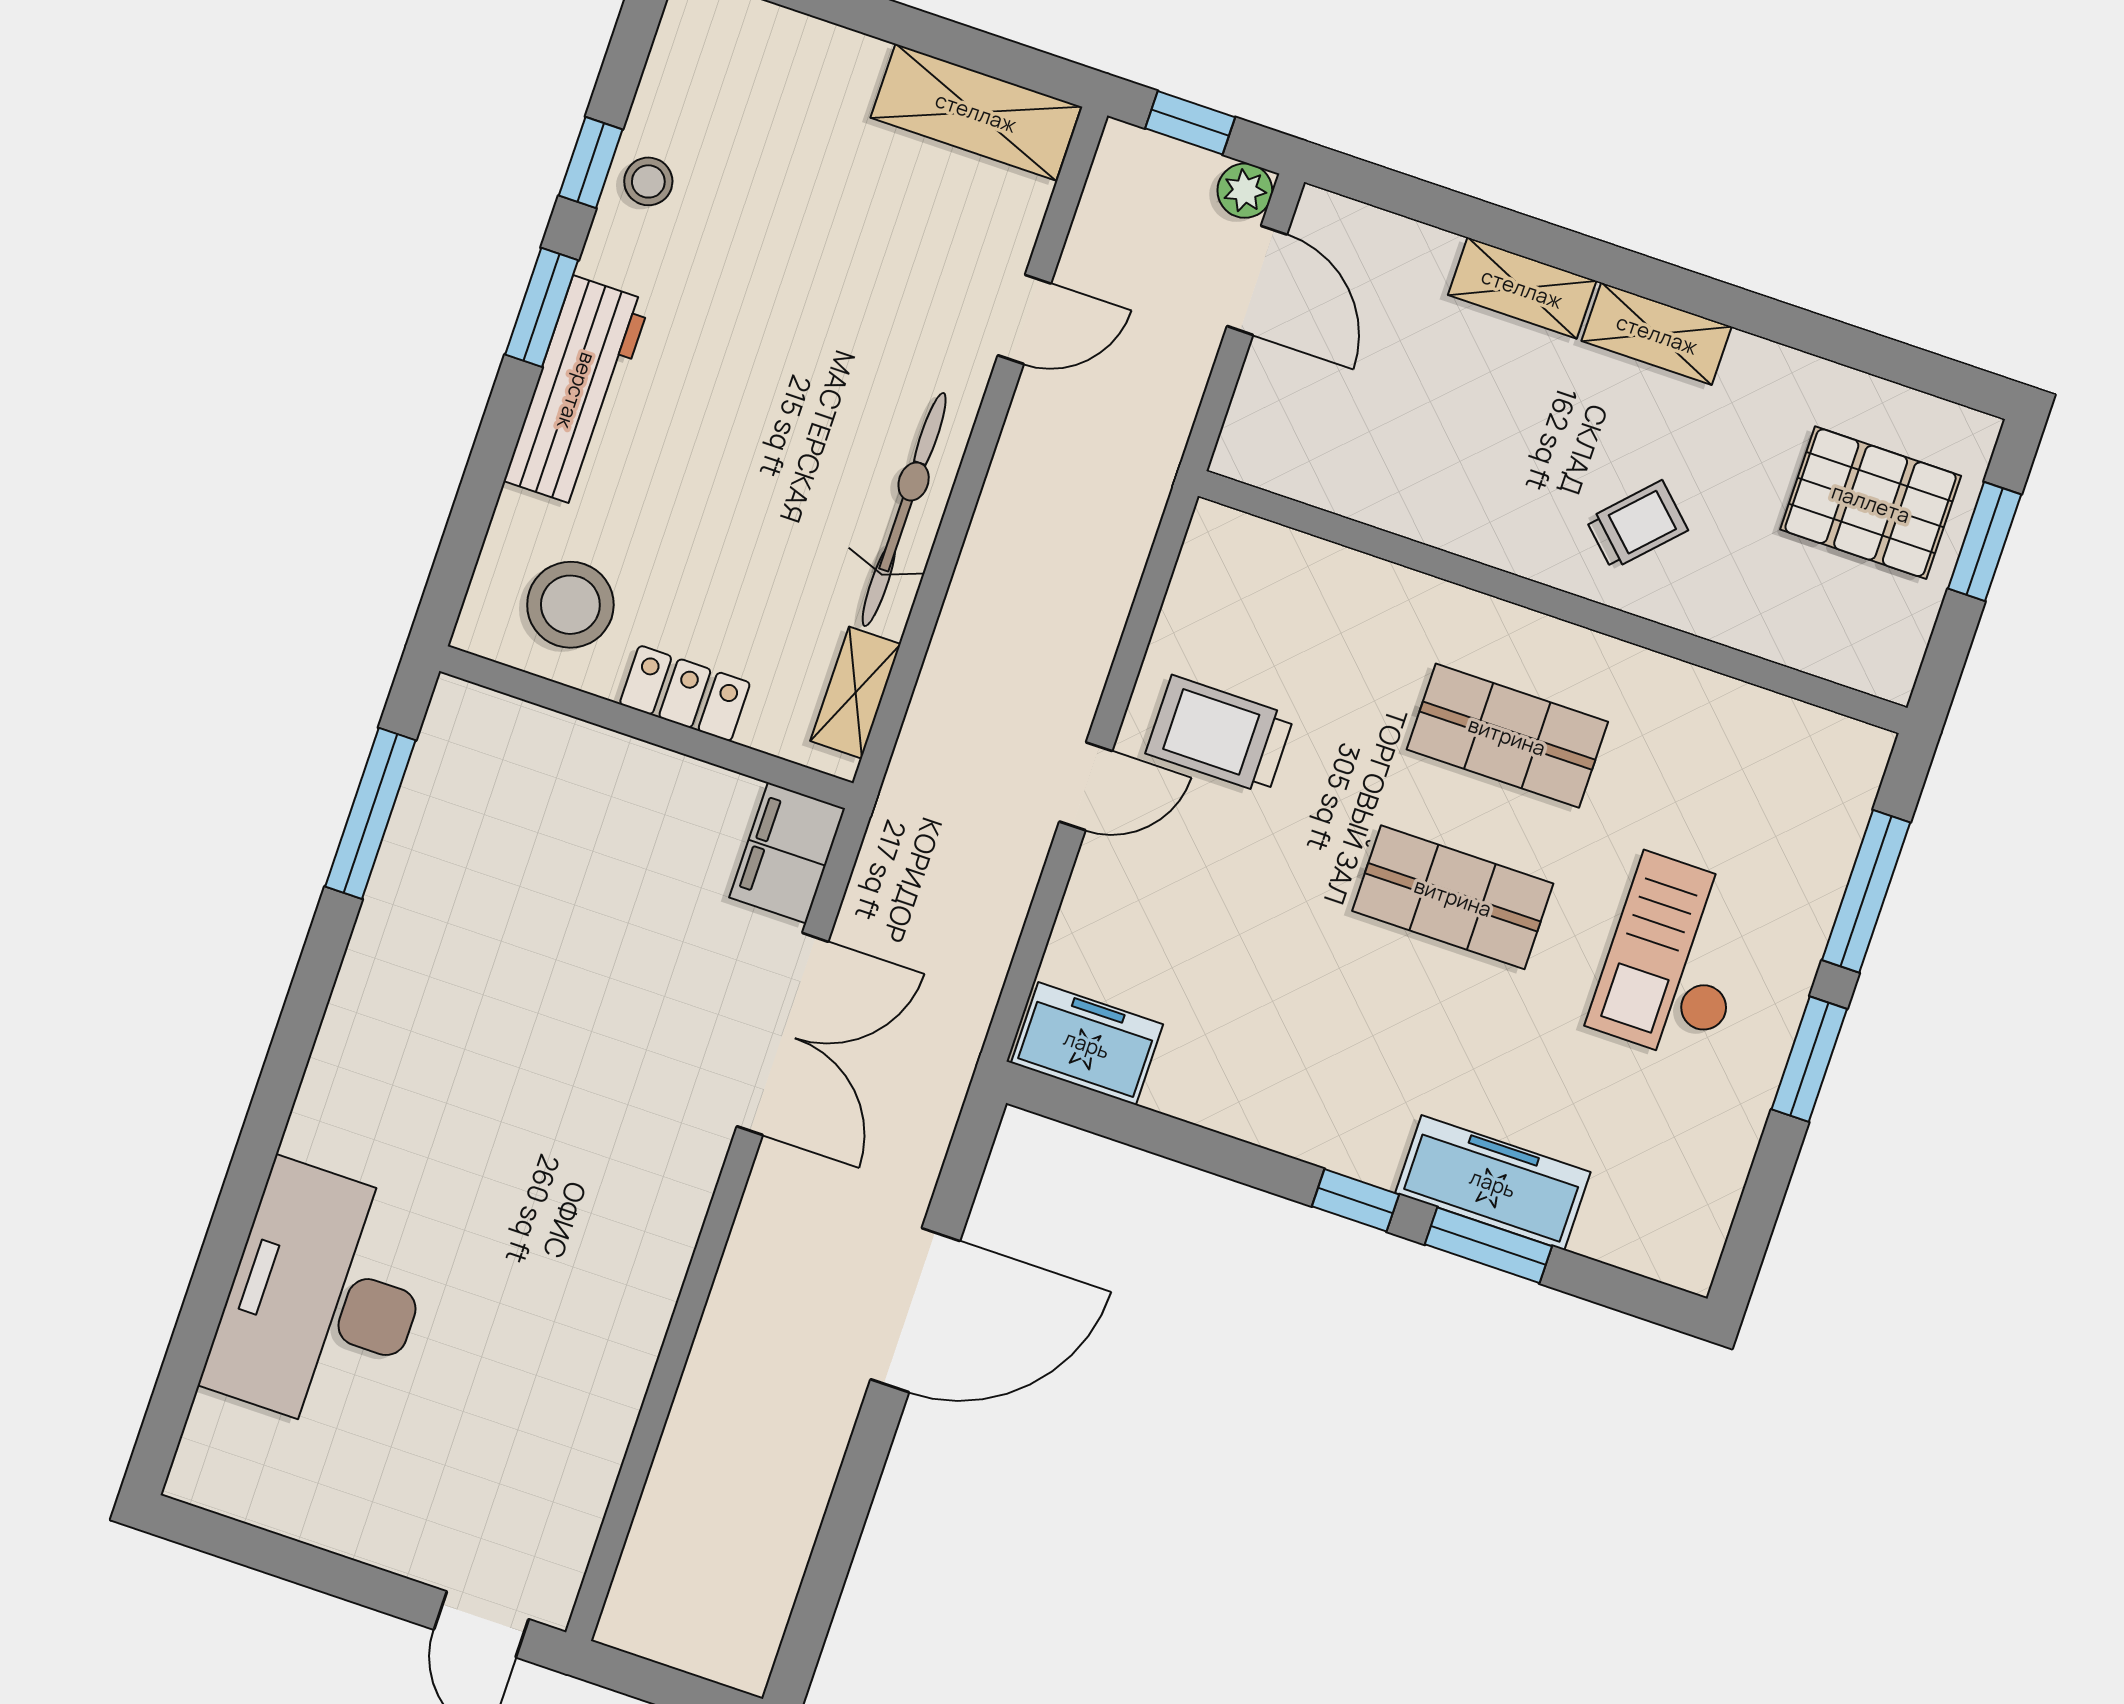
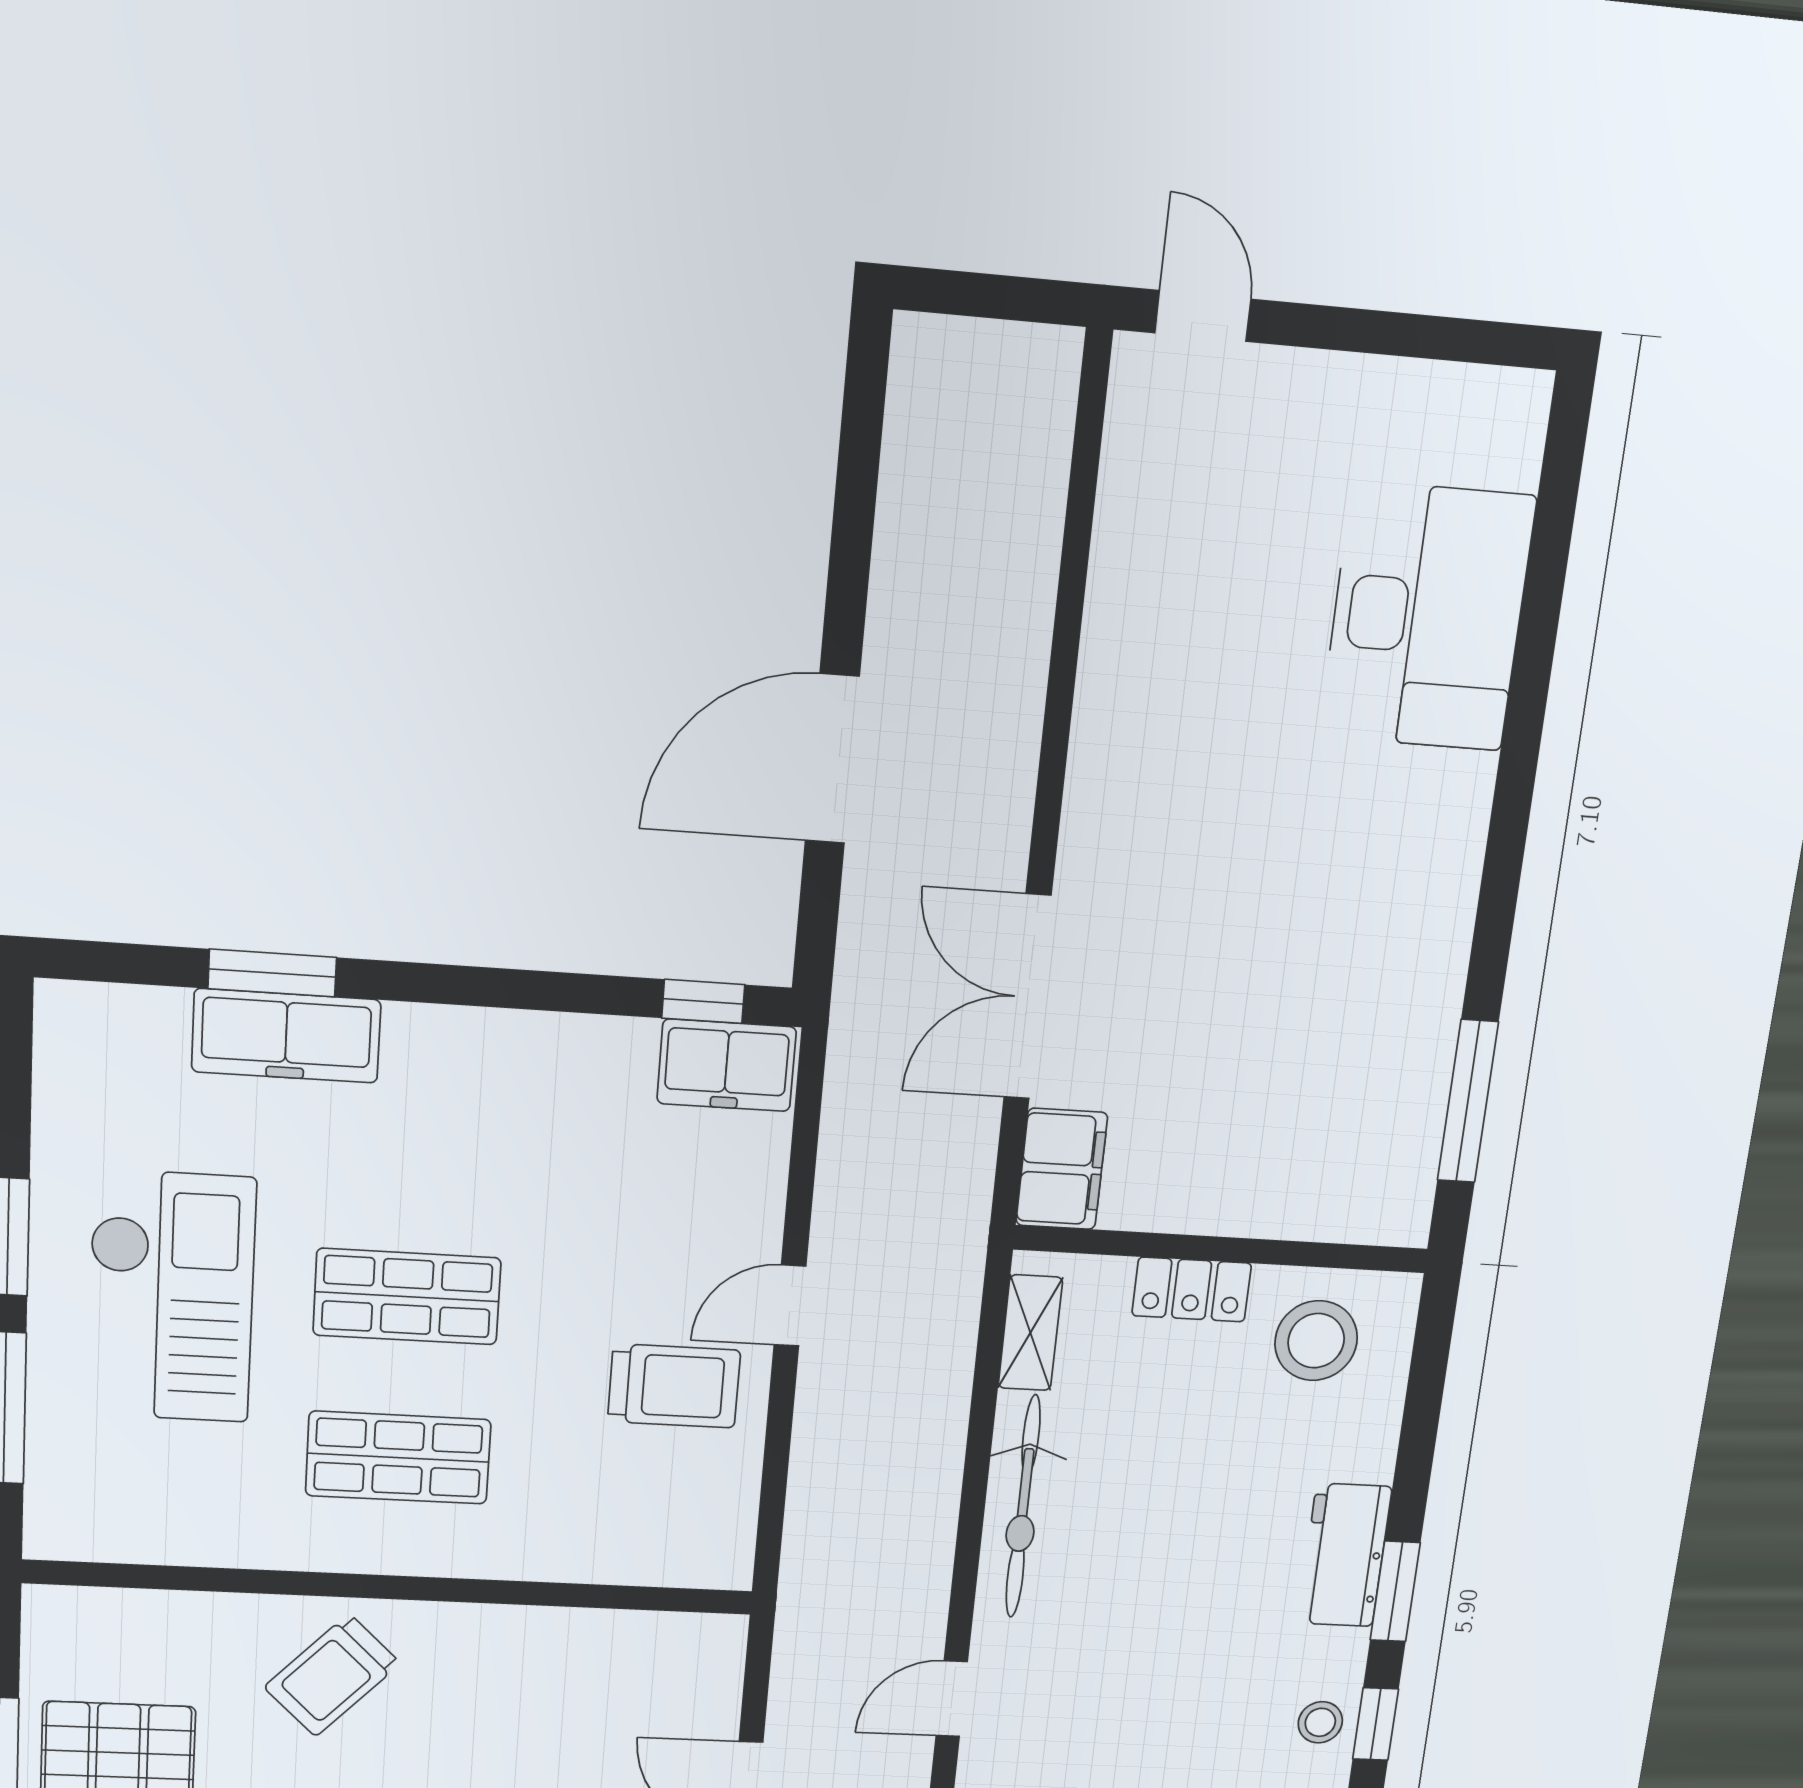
workbench: (577, 391) -> (1345, 1555), width x0.73
trolley: (1637, 525) -> (332, 1675), width x1.36, depth x1.39
checkout: (1676, 959) -> (171, 1297), width x1.36, depth x1.21
window: (1356, 1200) -> (703, 1001), moved

